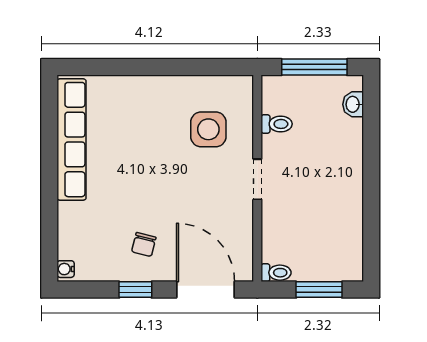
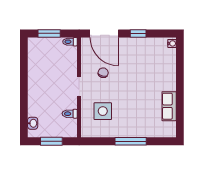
window: (151, 67) -> (131, 141), added
window: (314, 67) -> (51, 141), width x0.69
row of seats: (71, 140) -> (169, 106), width x0.50
chair: (144, 244) -> (103, 73), moved

